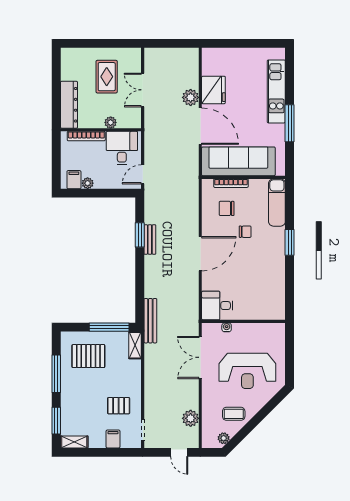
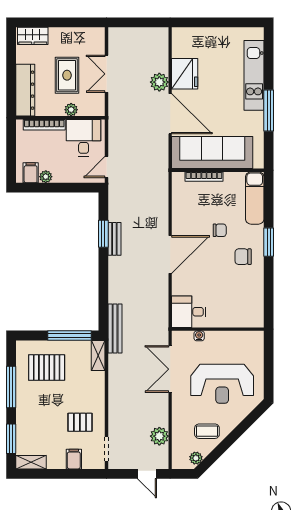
wardrobe: (76, 56) -> (33, 36), added
rug: (107, 77) -> (67, 75), moved
chair: (227, 208) -> (243, 257), moved

